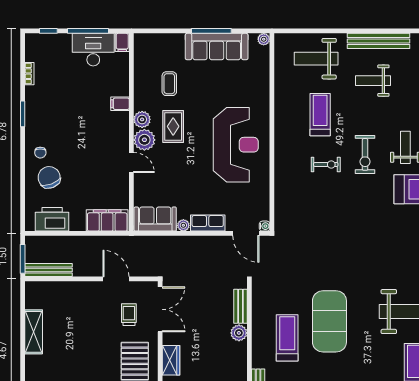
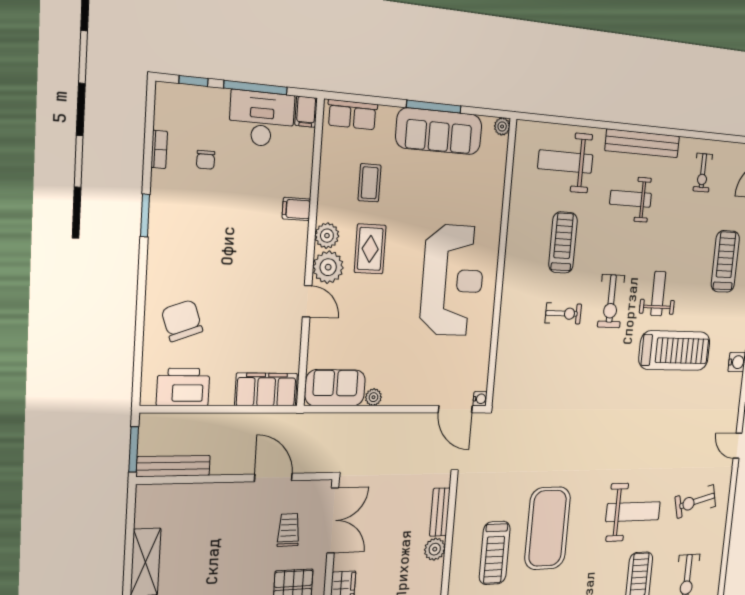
chair: (40, 153) -> (206, 160), moved
row of seats: (208, 223) -> (352, 115), moved, turned 180
treadmill: (287, 338) -> (495, 553), turned 180

